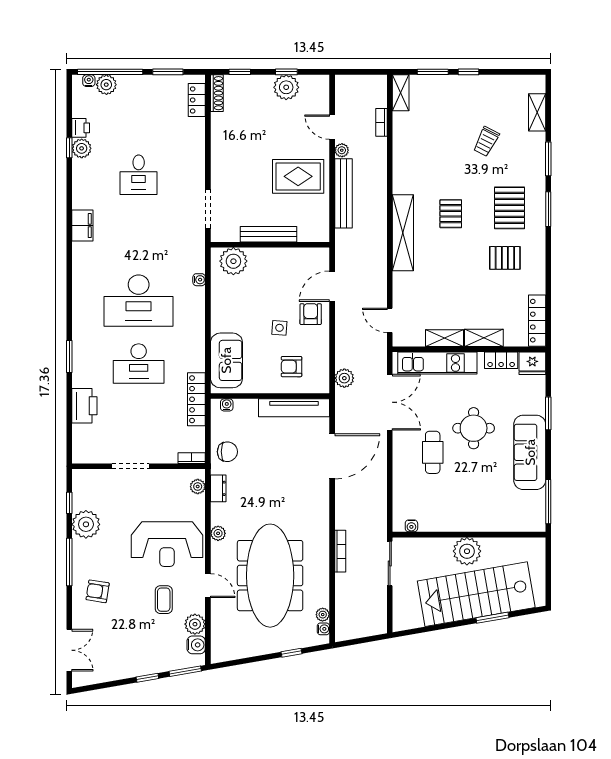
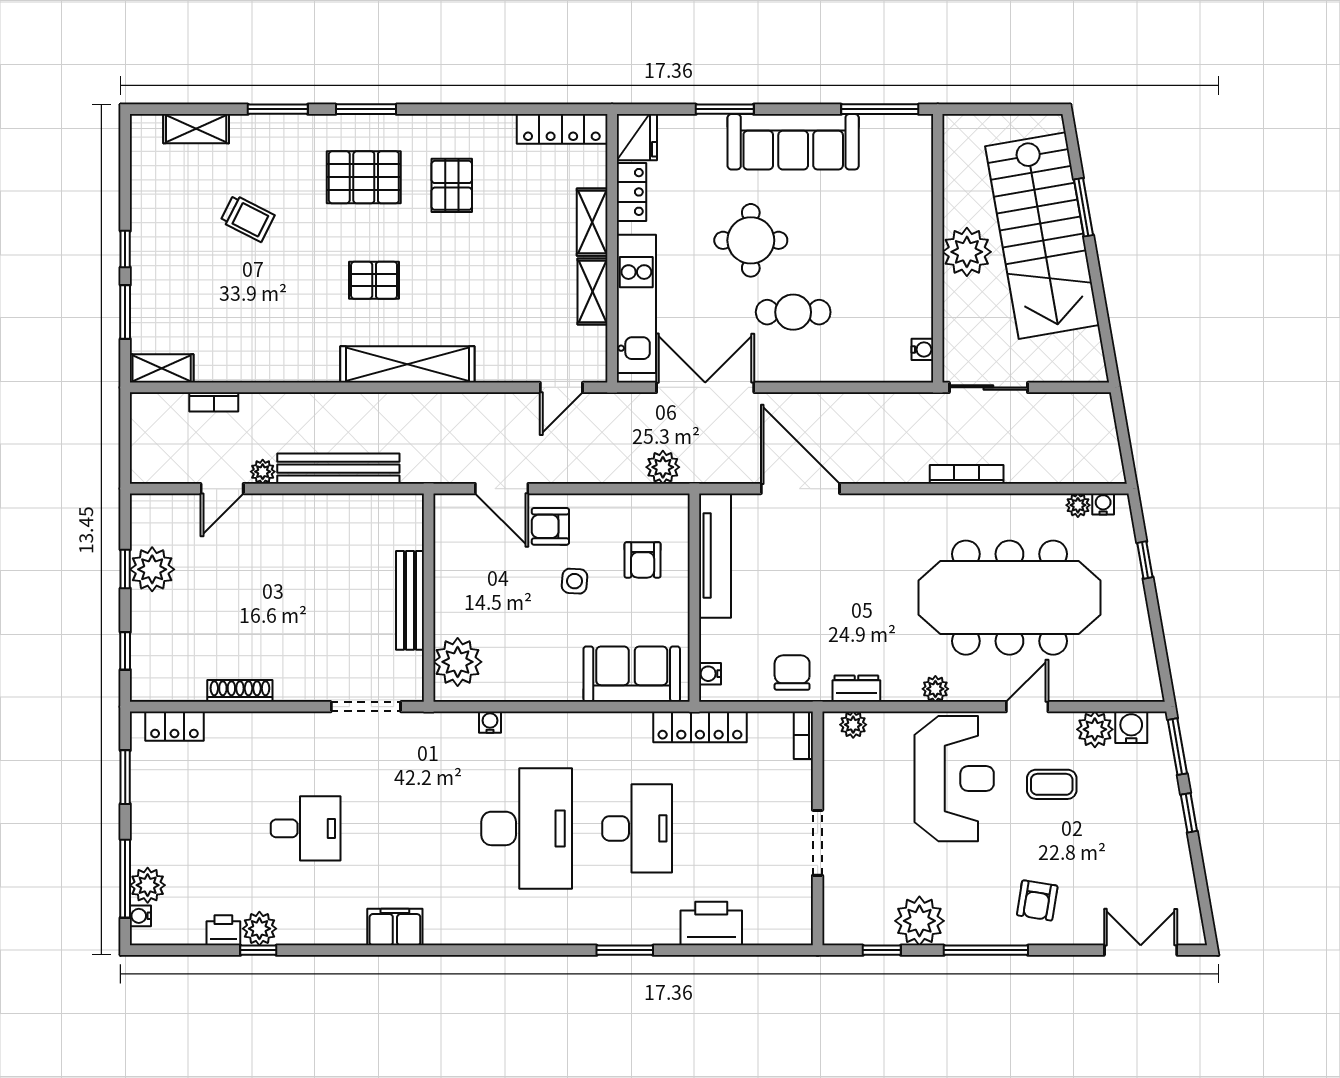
window: (110, 72) -> (125, 879), width x0.68
shoe rack: (217, 93) -> (240, 691), moved
rug: (298, 176) -> (309, 548), removed

